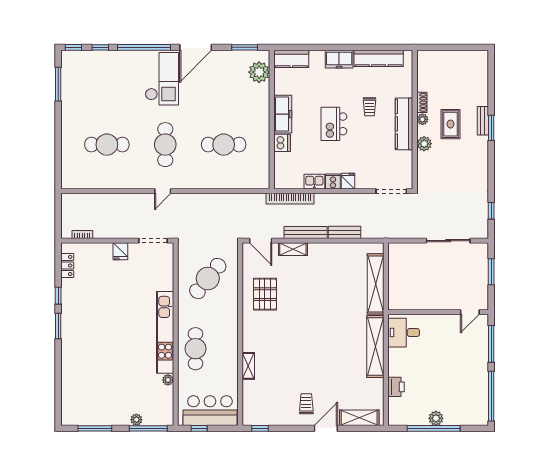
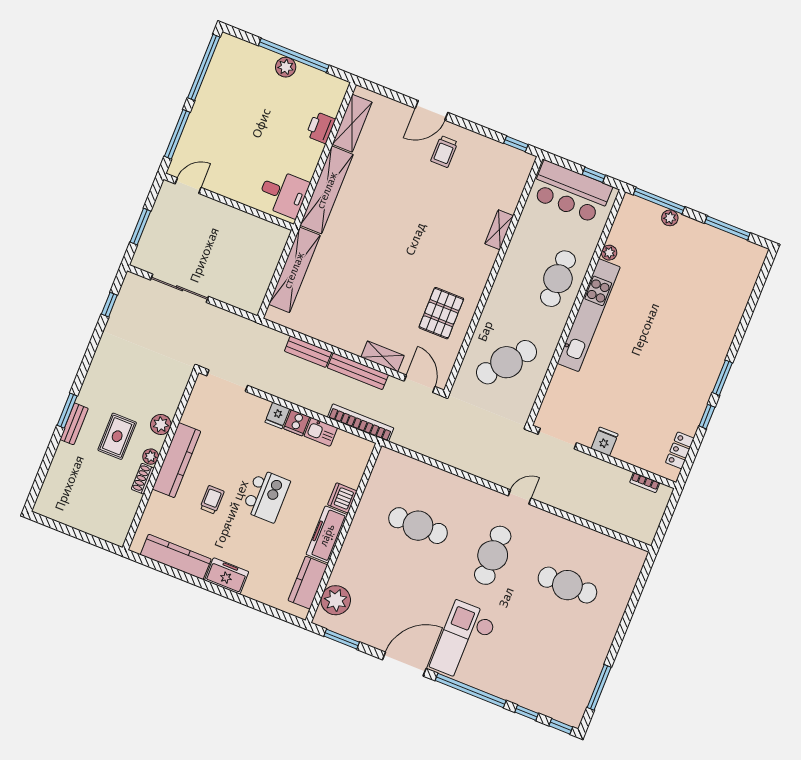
kitchen counter: (291, 59) -> (308, 583), moved, turned -90
shelving: (359, 418) -> (352, 123), moved, turned 90

